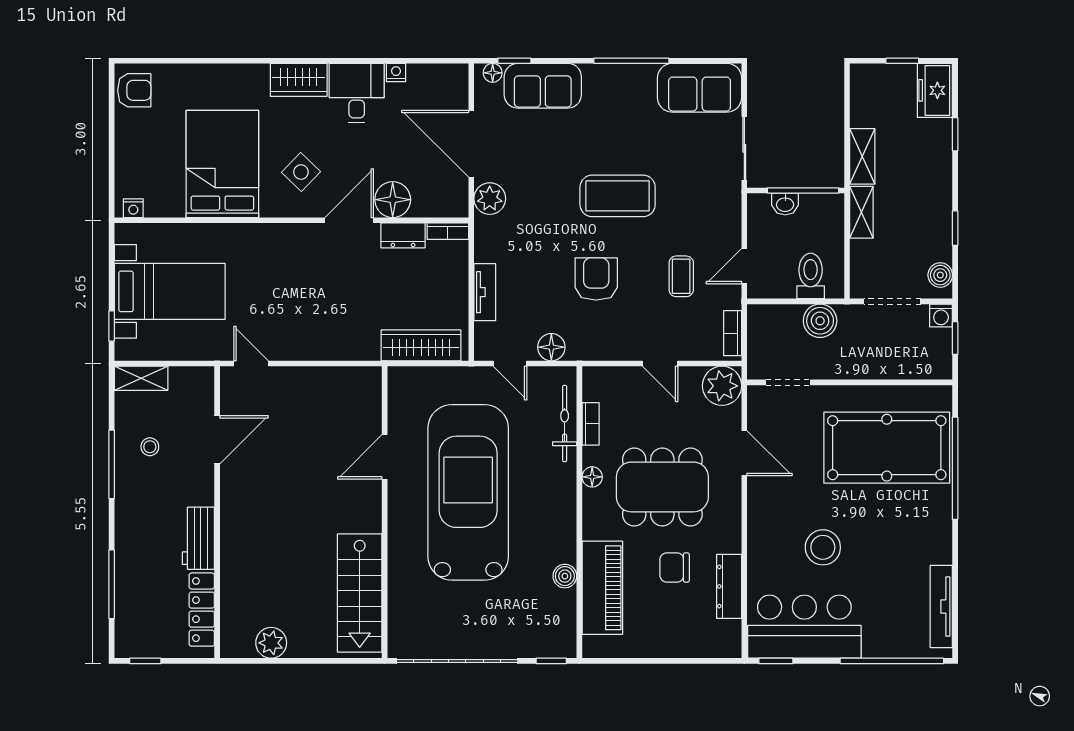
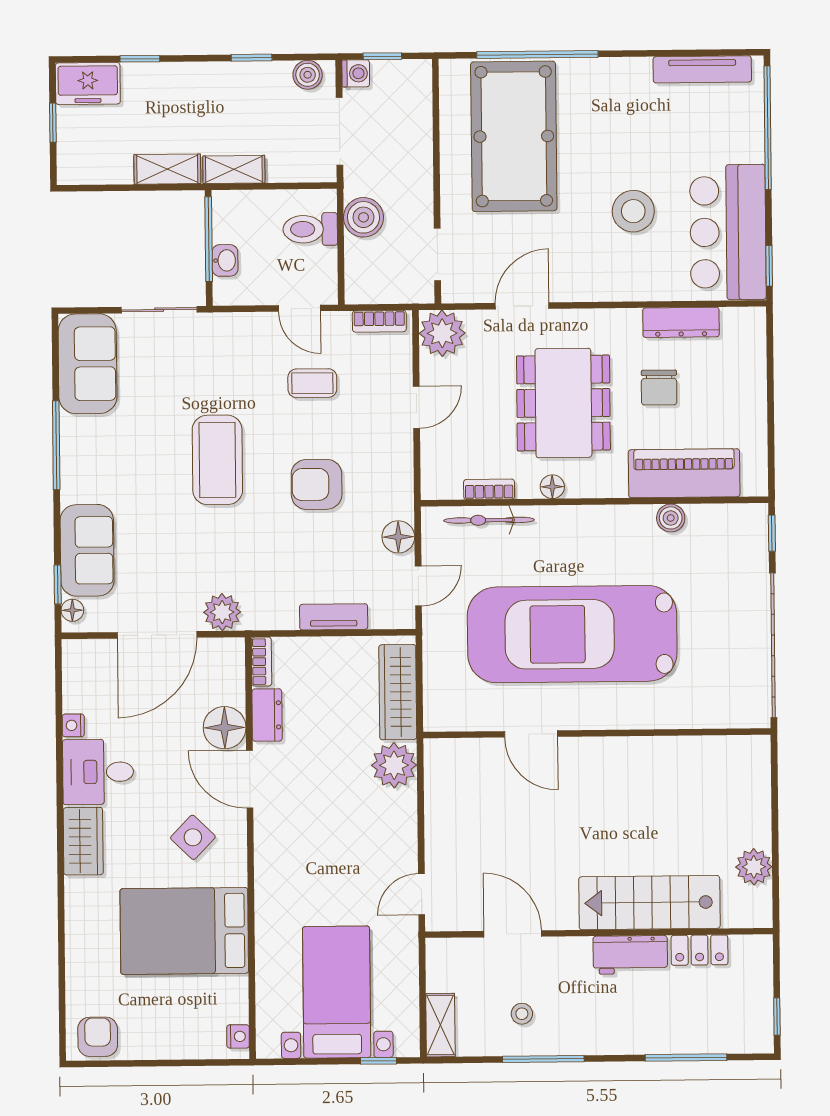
plant: (360, 342) -> (394, 765), added
stairs: (360, 593) -> (649, 903), moved, turned 180
locker: (202, 610) -> (699, 950), width x0.66

